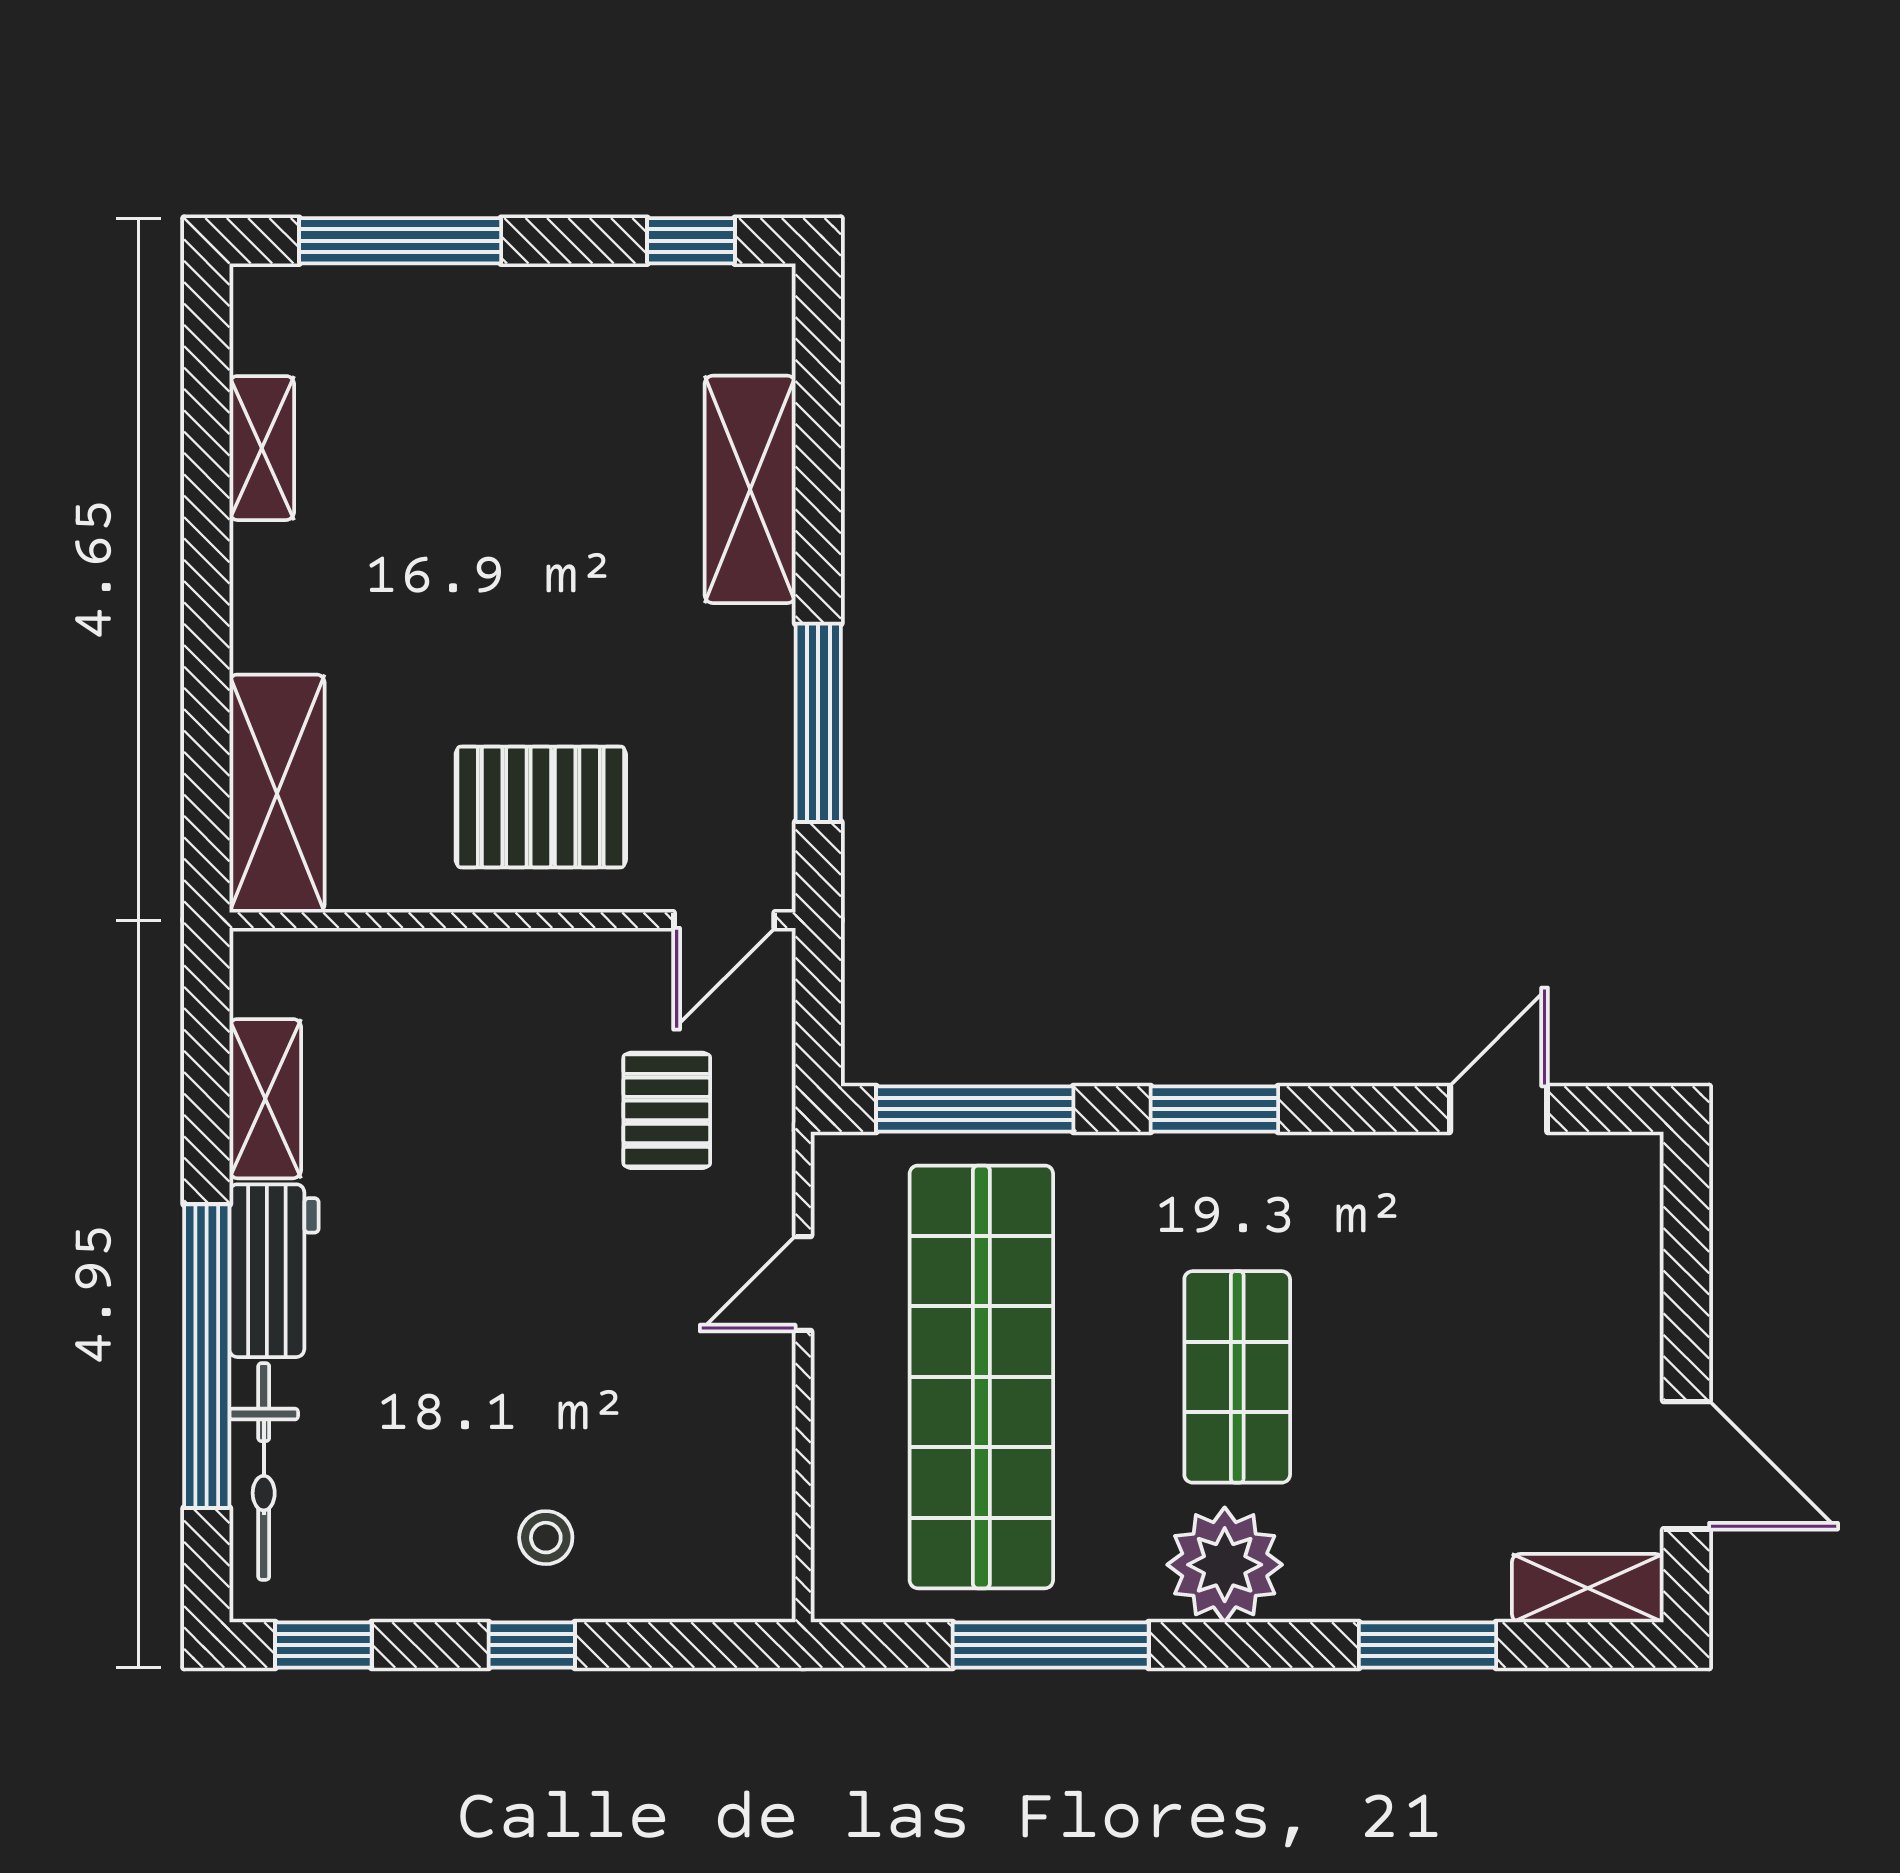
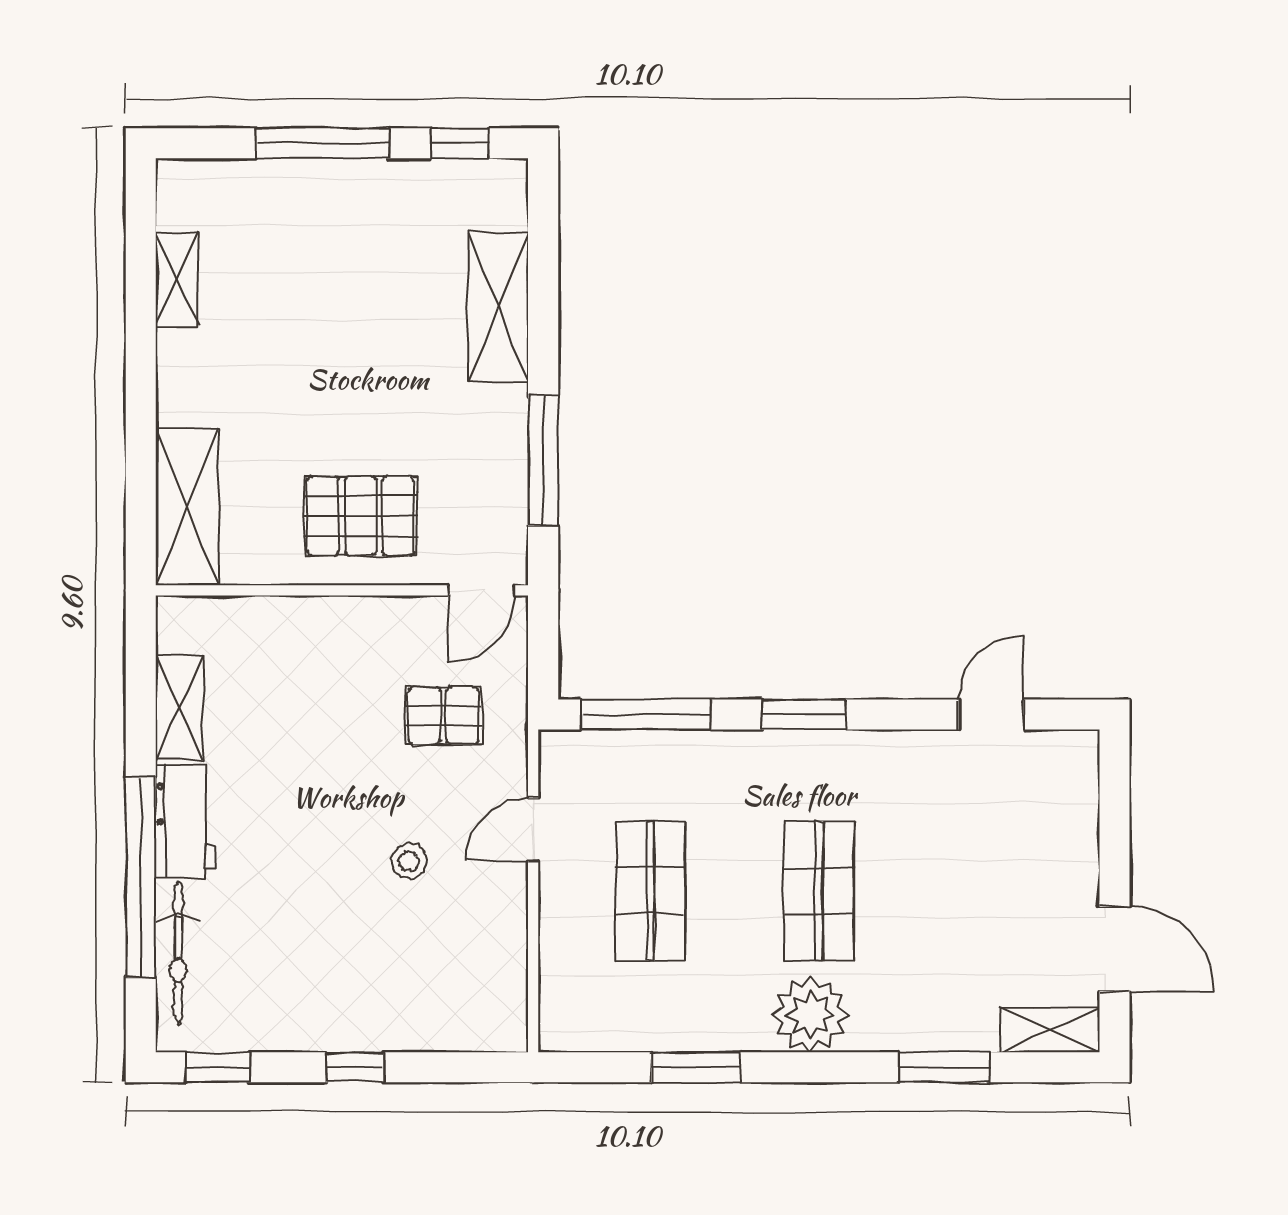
window: (400, 241) -> (322, 143), moved
pallet: (667, 1110) -> (443, 716), turned 90
shop shelf: (981, 1377) -> (651, 891), width x0.50, depth x0.74
stool: (546, 1538) -> (409, 861), moved
window: (1051, 1645) -> (696, 1067), width x0.69

